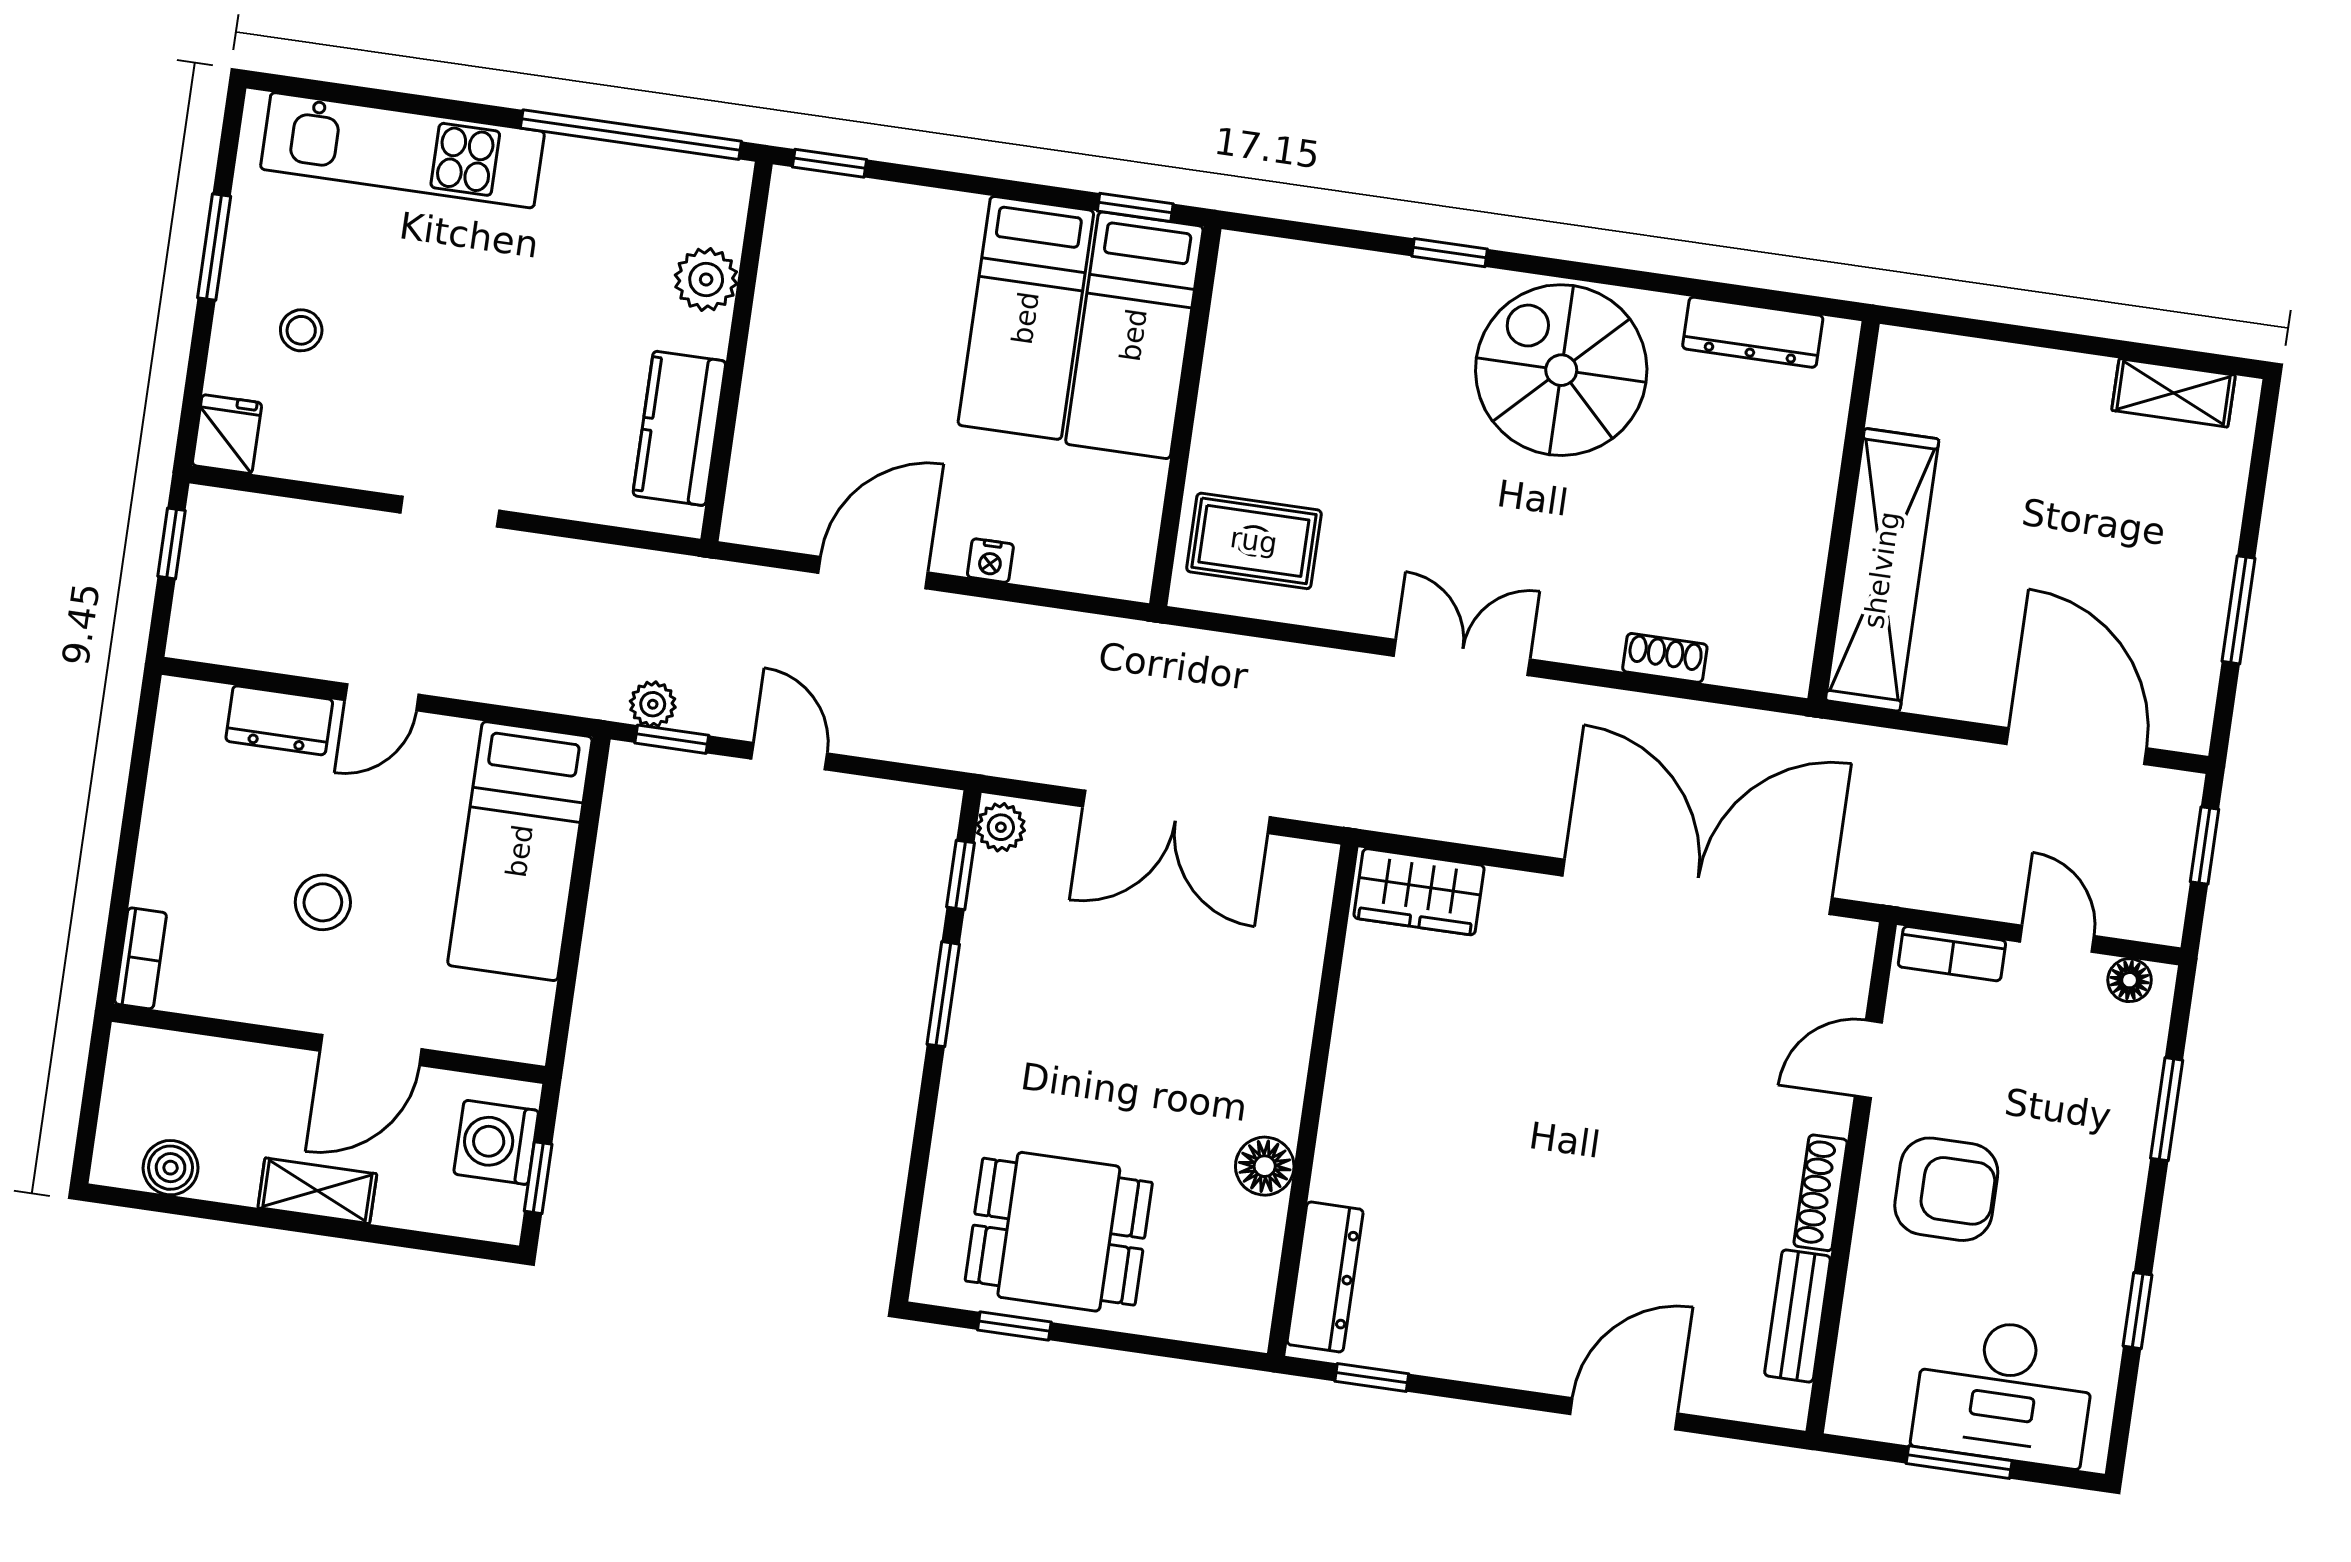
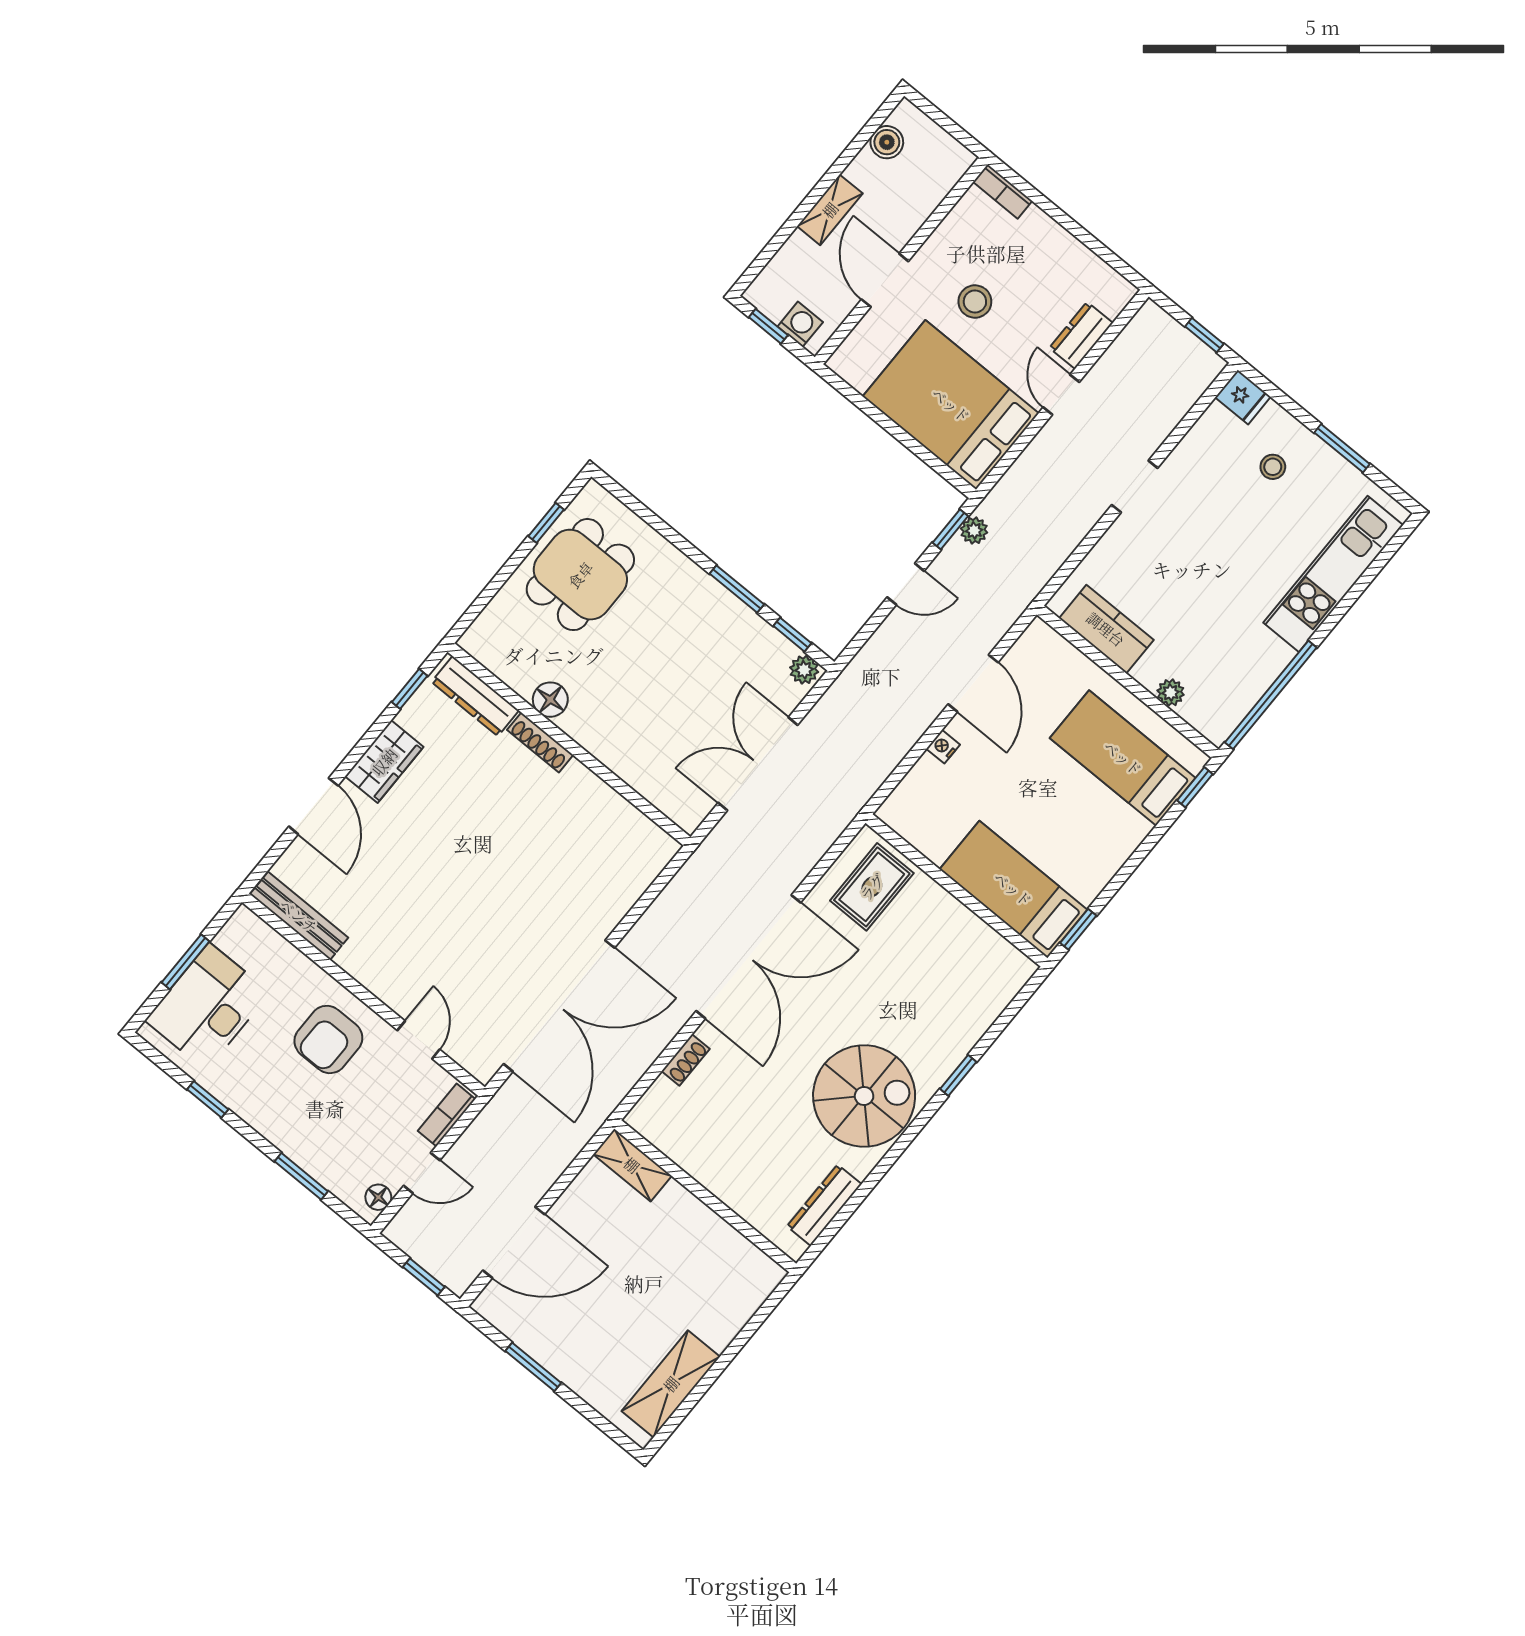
plant: (706, 279) -> (1171, 693), width x0.73, depth x0.73
bed: (1026, 318) -> (1123, 758), moved
shelving: (2174, 393) -> (671, 1384), width x1.50, depth x1.33
shelving: (1882, 570) -> (632, 1165), width x0.45, depth x0.75
double door: (1462, 658) -> (748, 957), width x1.87
bed: (520, 851) -> (951, 405), width x1.50
wardrobe: (1419, 892) -> (384, 762), moved, turned 180
washing machine: (496, 1142) -> (800, 324), width x0.73, depth x0.73
shoe rack: (1821, 1193) -> (540, 742), moved, turned 180
bench: (1798, 1316) -> (299, 916), width x1.36

